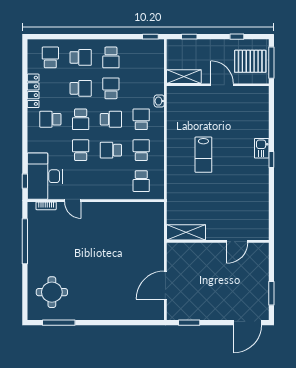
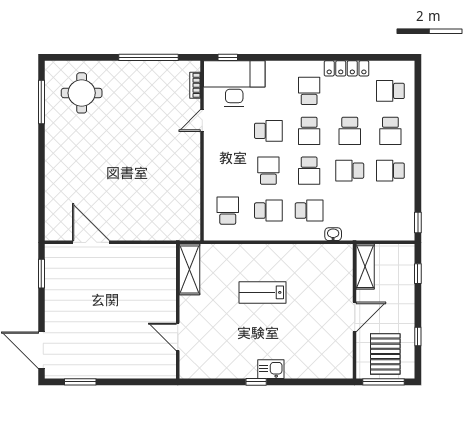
school desk: (50, 57) -> (390, 91), turned 180
school desk: (111, 88) -> (350, 171), turned 180
school desk: (81, 119) -> (309, 131), turned -90
school desk: (141, 181) -> (228, 211), turned 90
shelving: (186, 232) -> (190, 269), moved
wall: (218, 241) -> (178, 311), moved
door: (237, 241) -> (178, 337), moved

